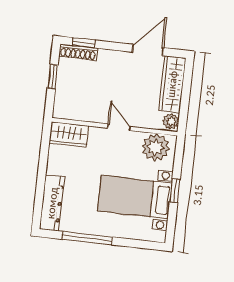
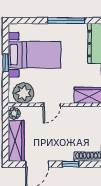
window: (84, 43) -> (70, 164), moved
door: (119, 127) -> (52, 105), hinge flipped

